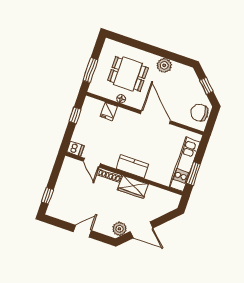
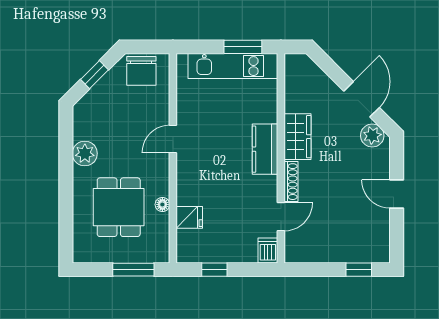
door: (155, 117) -> (173, 139), width x0.53

